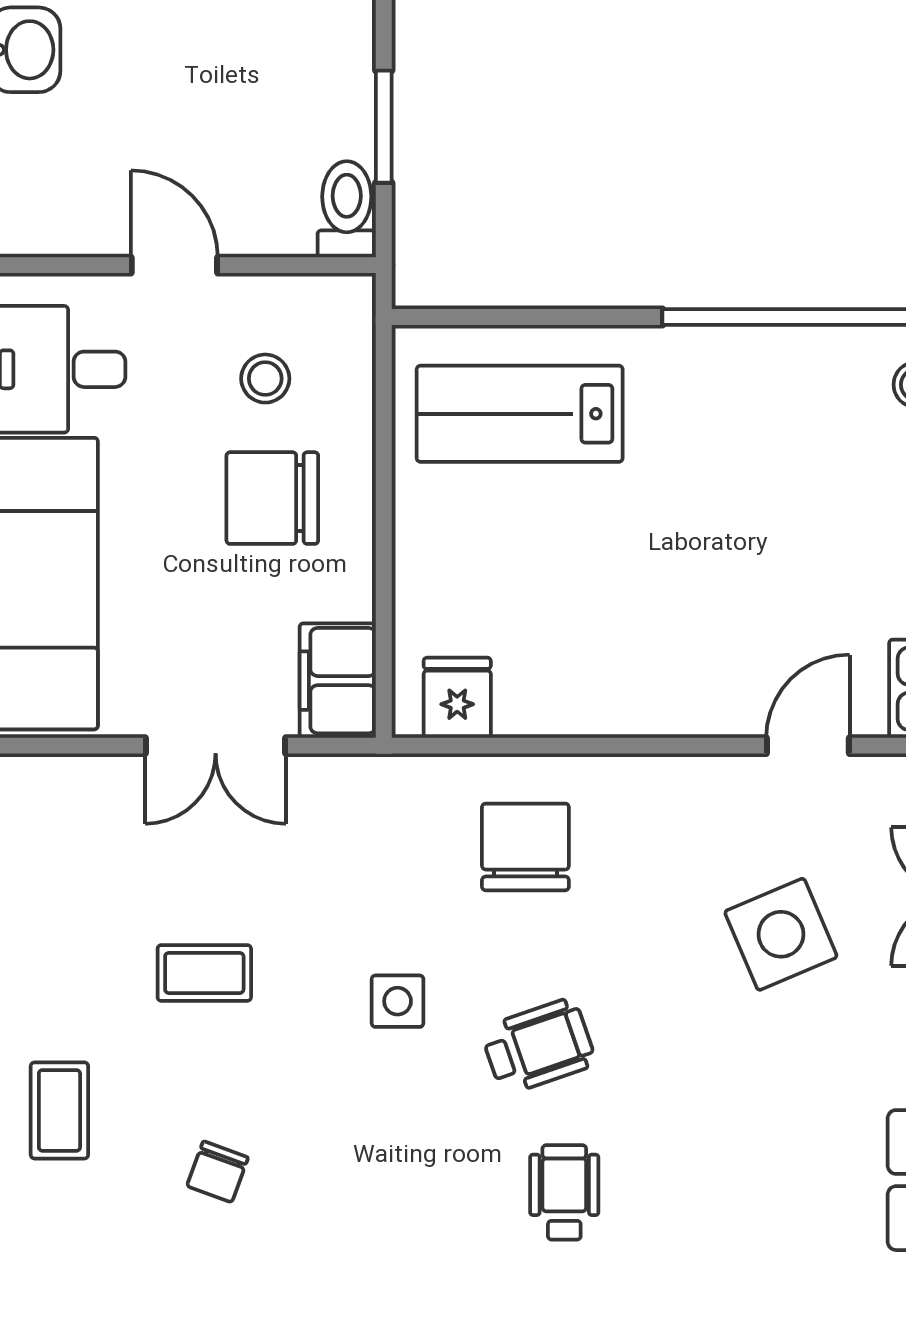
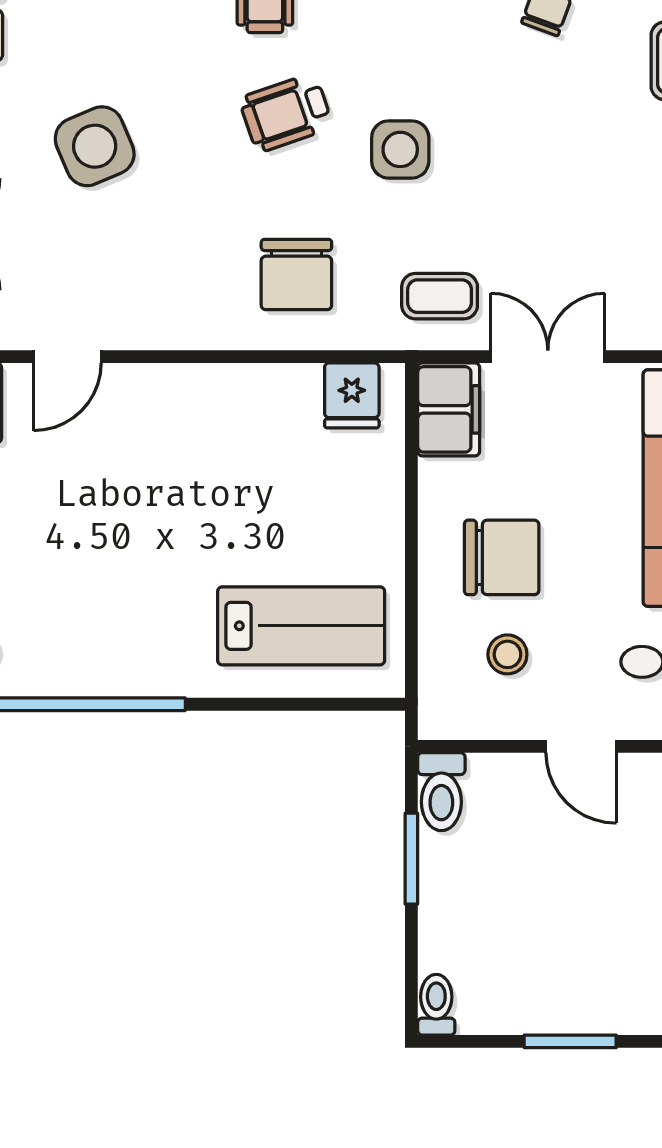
side table: (781, 934) -> (95, 146), moved
coffee table: (204, 973) -> (440, 296), moved
side table: (398, 1001) -> (400, 149), width x1.37, depth x1.37

